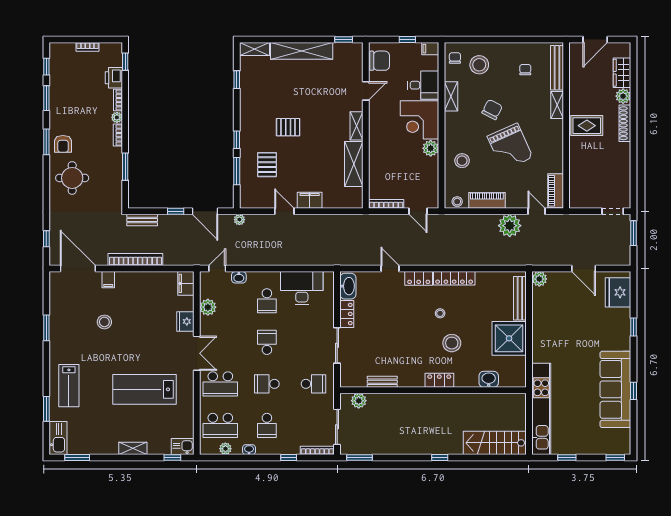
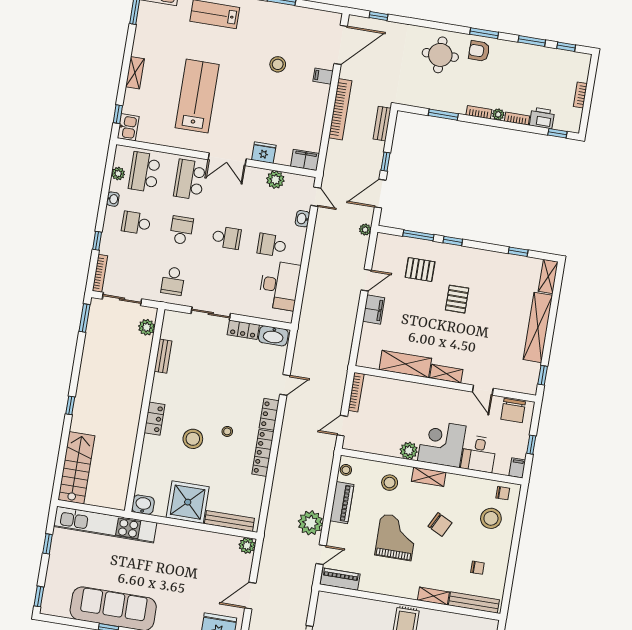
shelving: (451, 96) -> (429, 477), moved
grand piano: (510, 147) -> (396, 537), turned 114
washbasin: (489, 379) -> (143, 505), moved, turned -90

